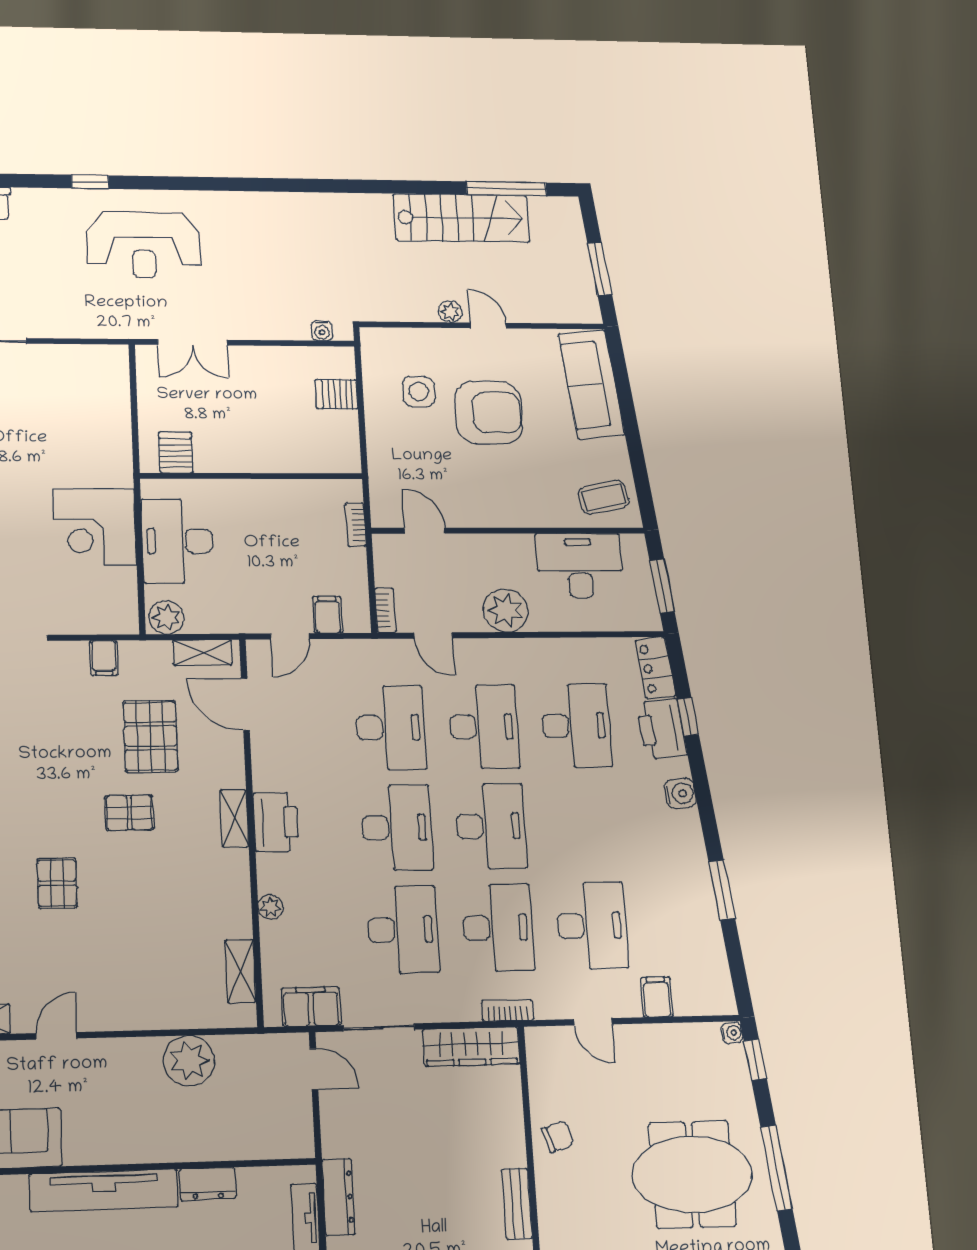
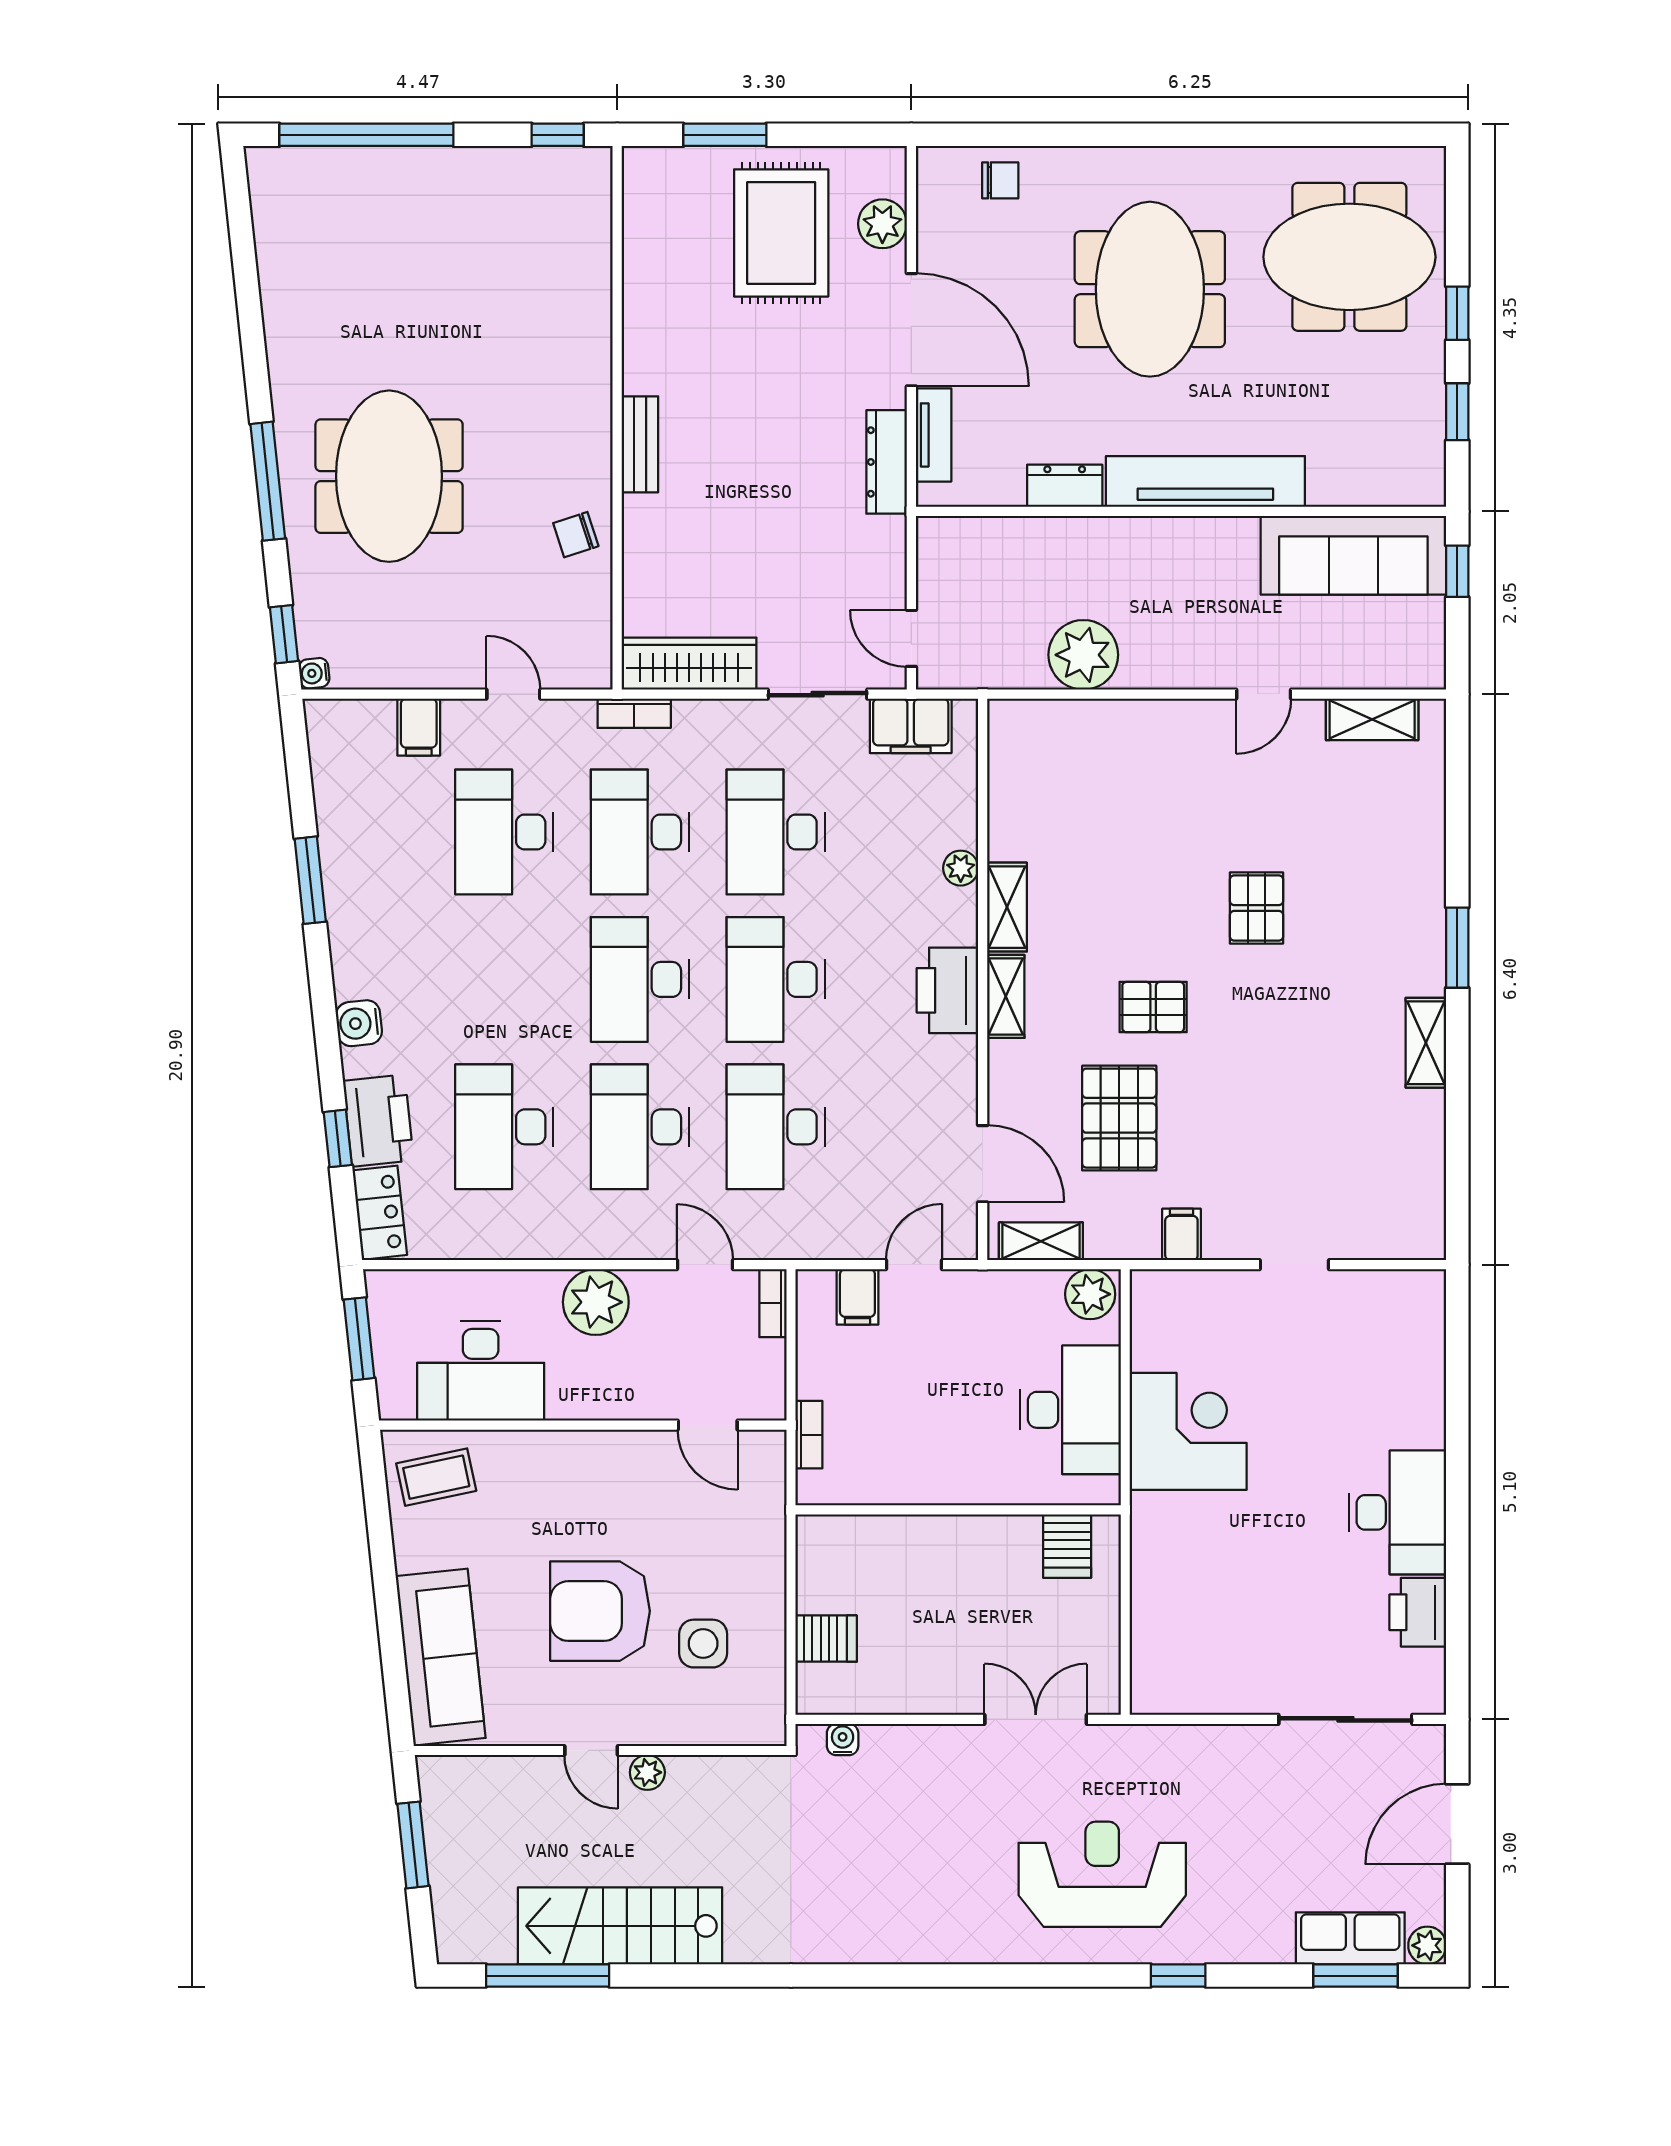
shelving: (240, 971) -> (1007, 907), moved
meeting table: (692, 1174) -> (389, 476), turned 90

